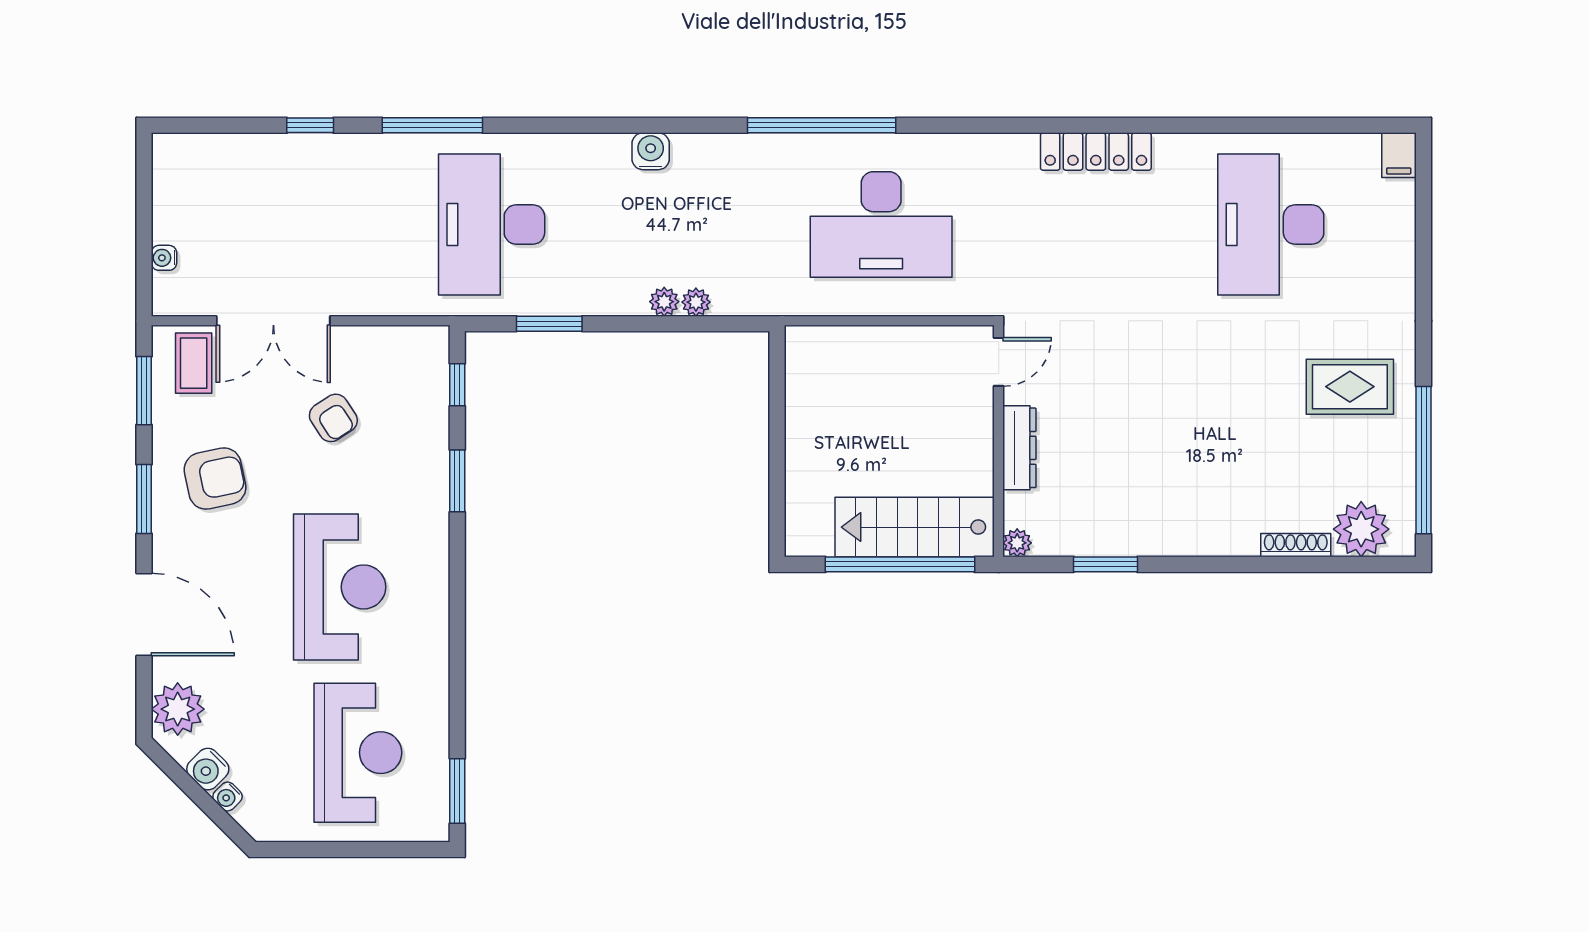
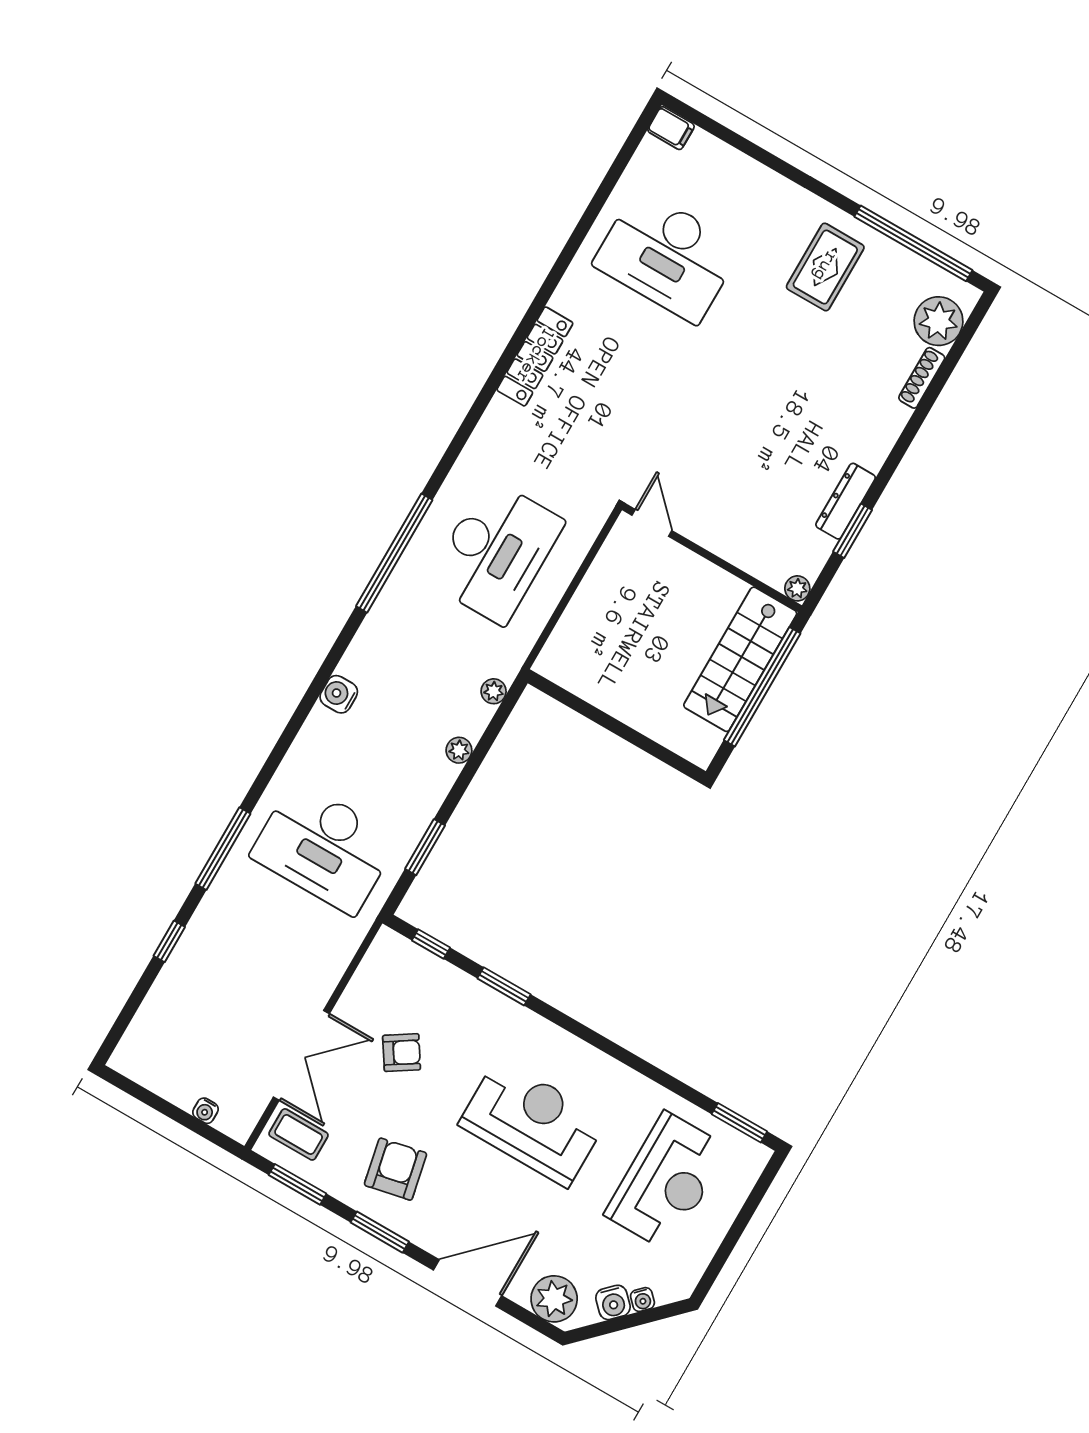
plant: (696, 302) -> (494, 691), moved
dresser: (1019, 448) -> (846, 501), moved, turned -90
reception desk: (358, 753) -> (667, 1181), turned 90

